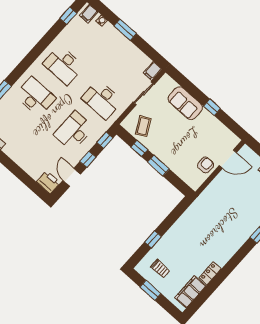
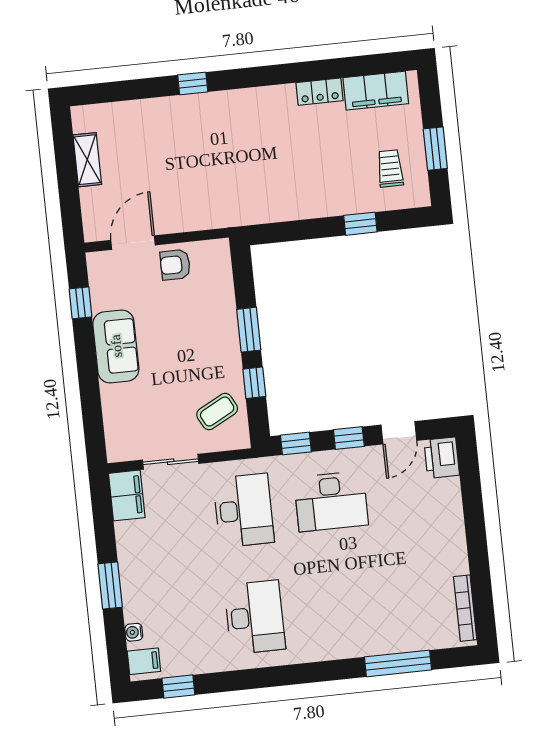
filing cabinet: (153, 71) -> (127, 495), width x2.00
desk: (35, 97) -> (342, 608), removed
sofa: (185, 103) -> (116, 346), moved
window: (212, 107) -> (81, 303), moved
door: (228, 159) -> (133, 243), hinge flipped

